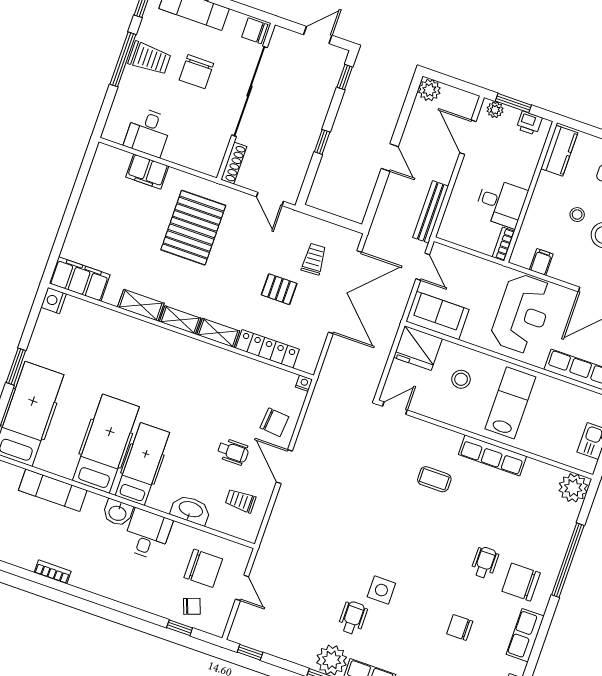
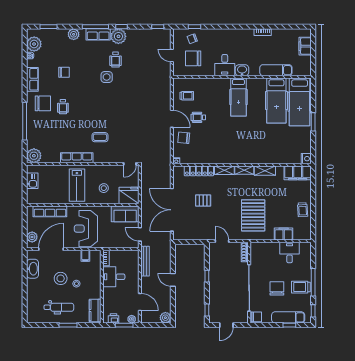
trolley: (314, 259) -> (303, 210), moved
hospital bed: (106, 444) -> (276, 101), moved
washbasin: (191, 510) -> (209, 83), removed

